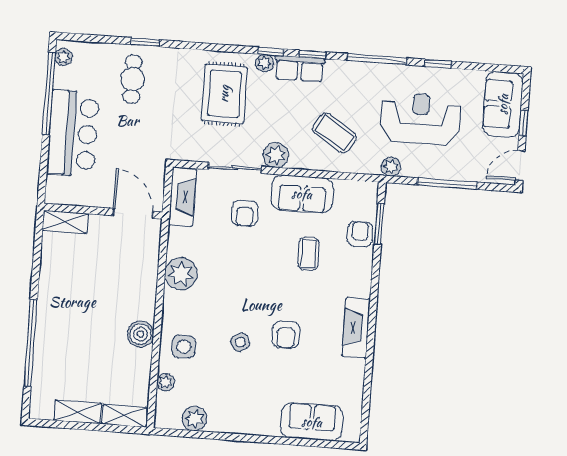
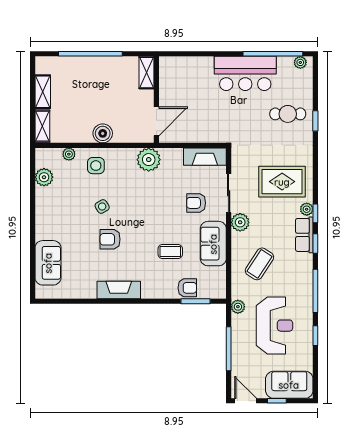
wall: (103, 211) -> (156, 100), moved
door: (133, 213) -> (156, 121), moved
shelving: (65, 222) -> (147, 73), moved

